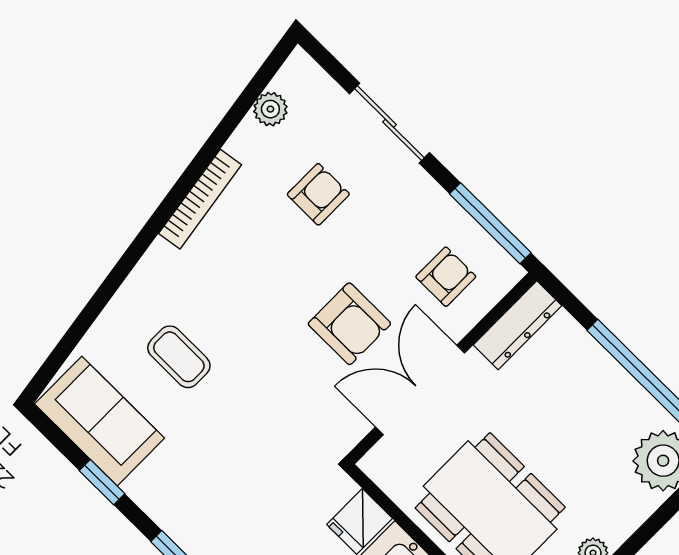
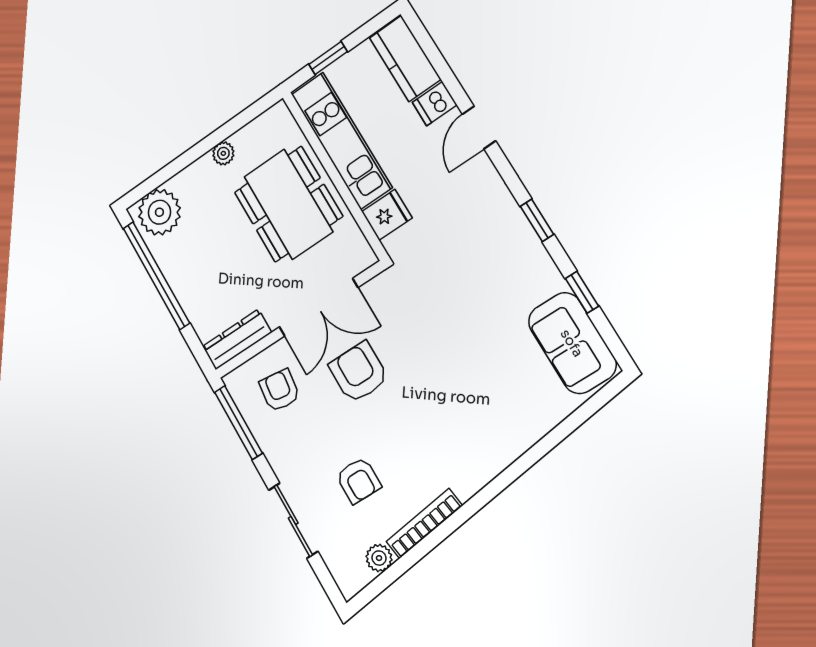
armchair: (318, 194) -> (358, 480), turned -90
bookcase: (200, 199) -> (424, 524), moved
armchair: (446, 277) -> (280, 390), turned 97
coffee table: (179, 357) -> (496, 380), removed

